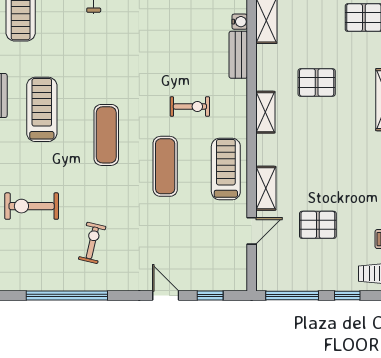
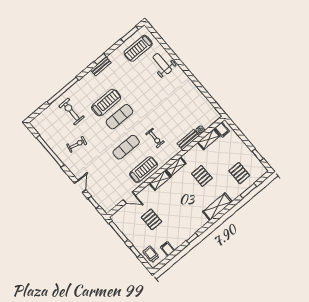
treadmill: (42, 109) -> (106, 103), moved
shelving: (266, 188) -> (160, 180), moved

